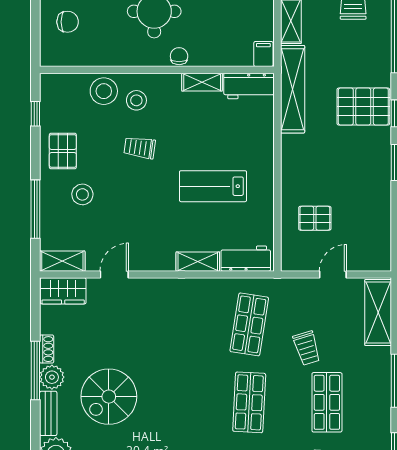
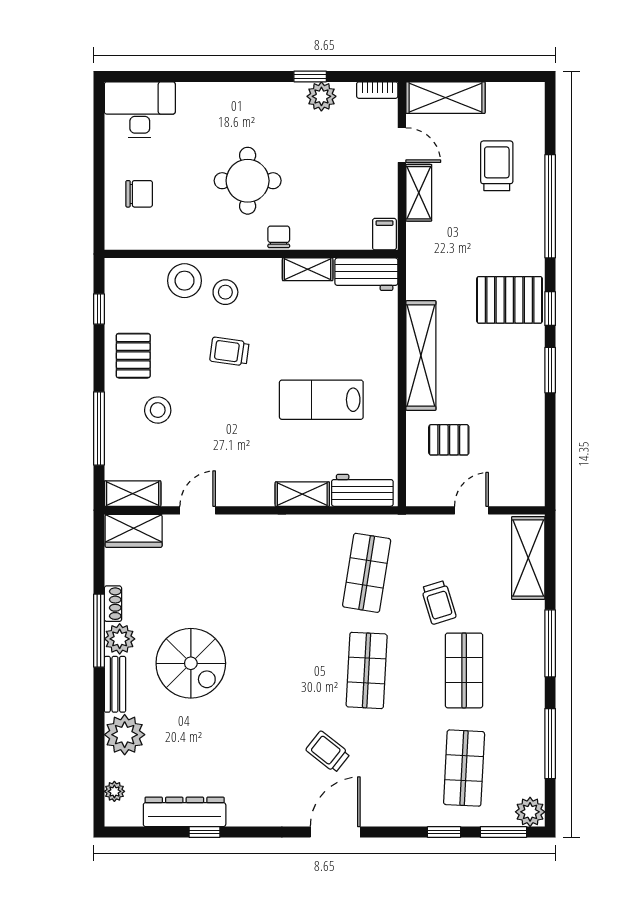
shelving: (293, 89) -> (421, 356), moved
spiral stairs: (109, 397) -> (191, 663), turned -90

